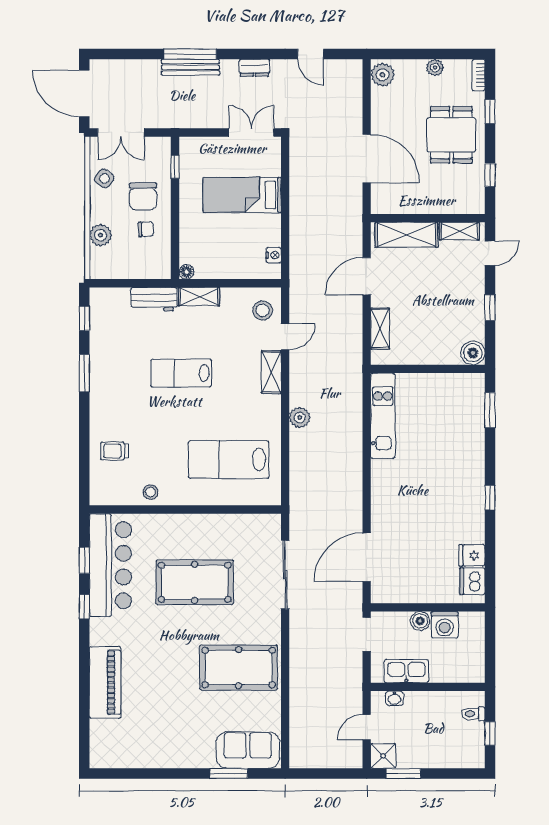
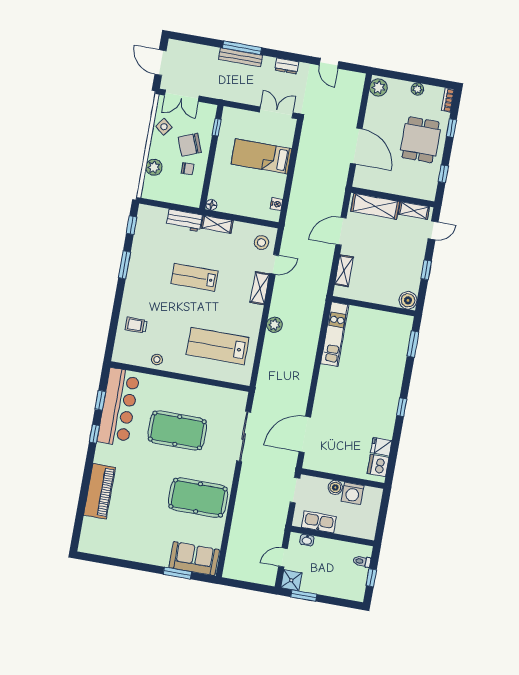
door: (84, 93) -> (160, 63), width x0.73
chair: (143, 196) -> (190, 145), turned 69

